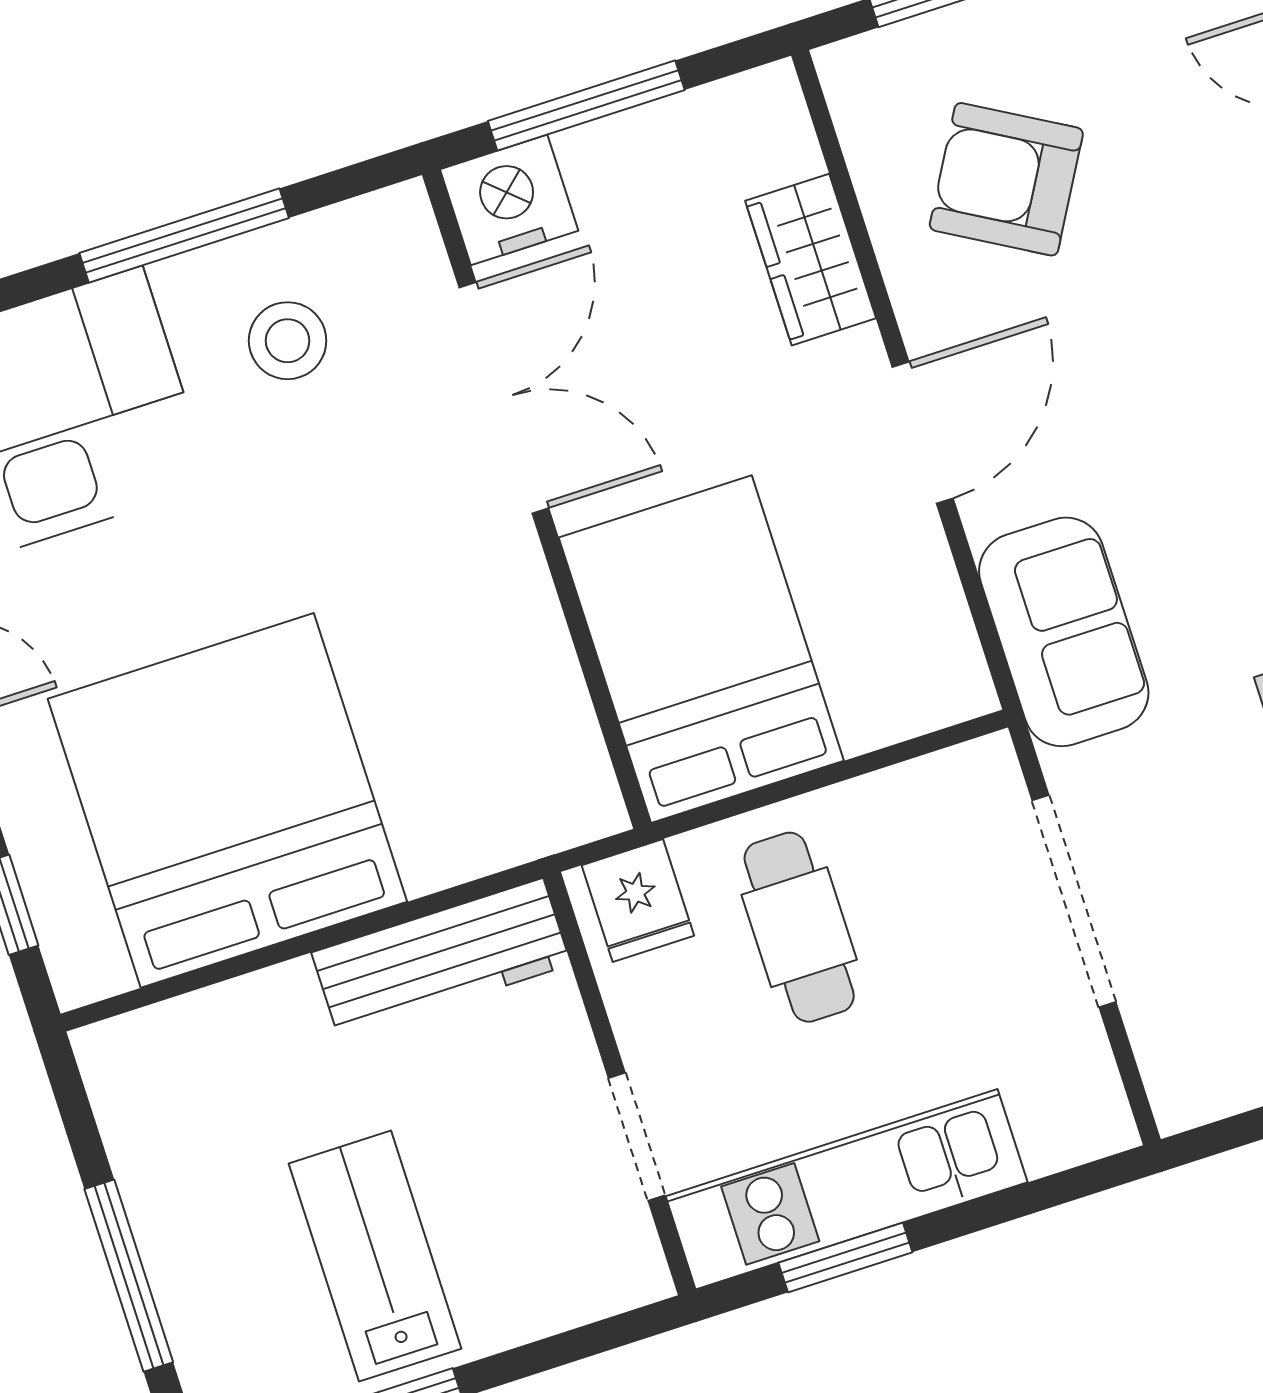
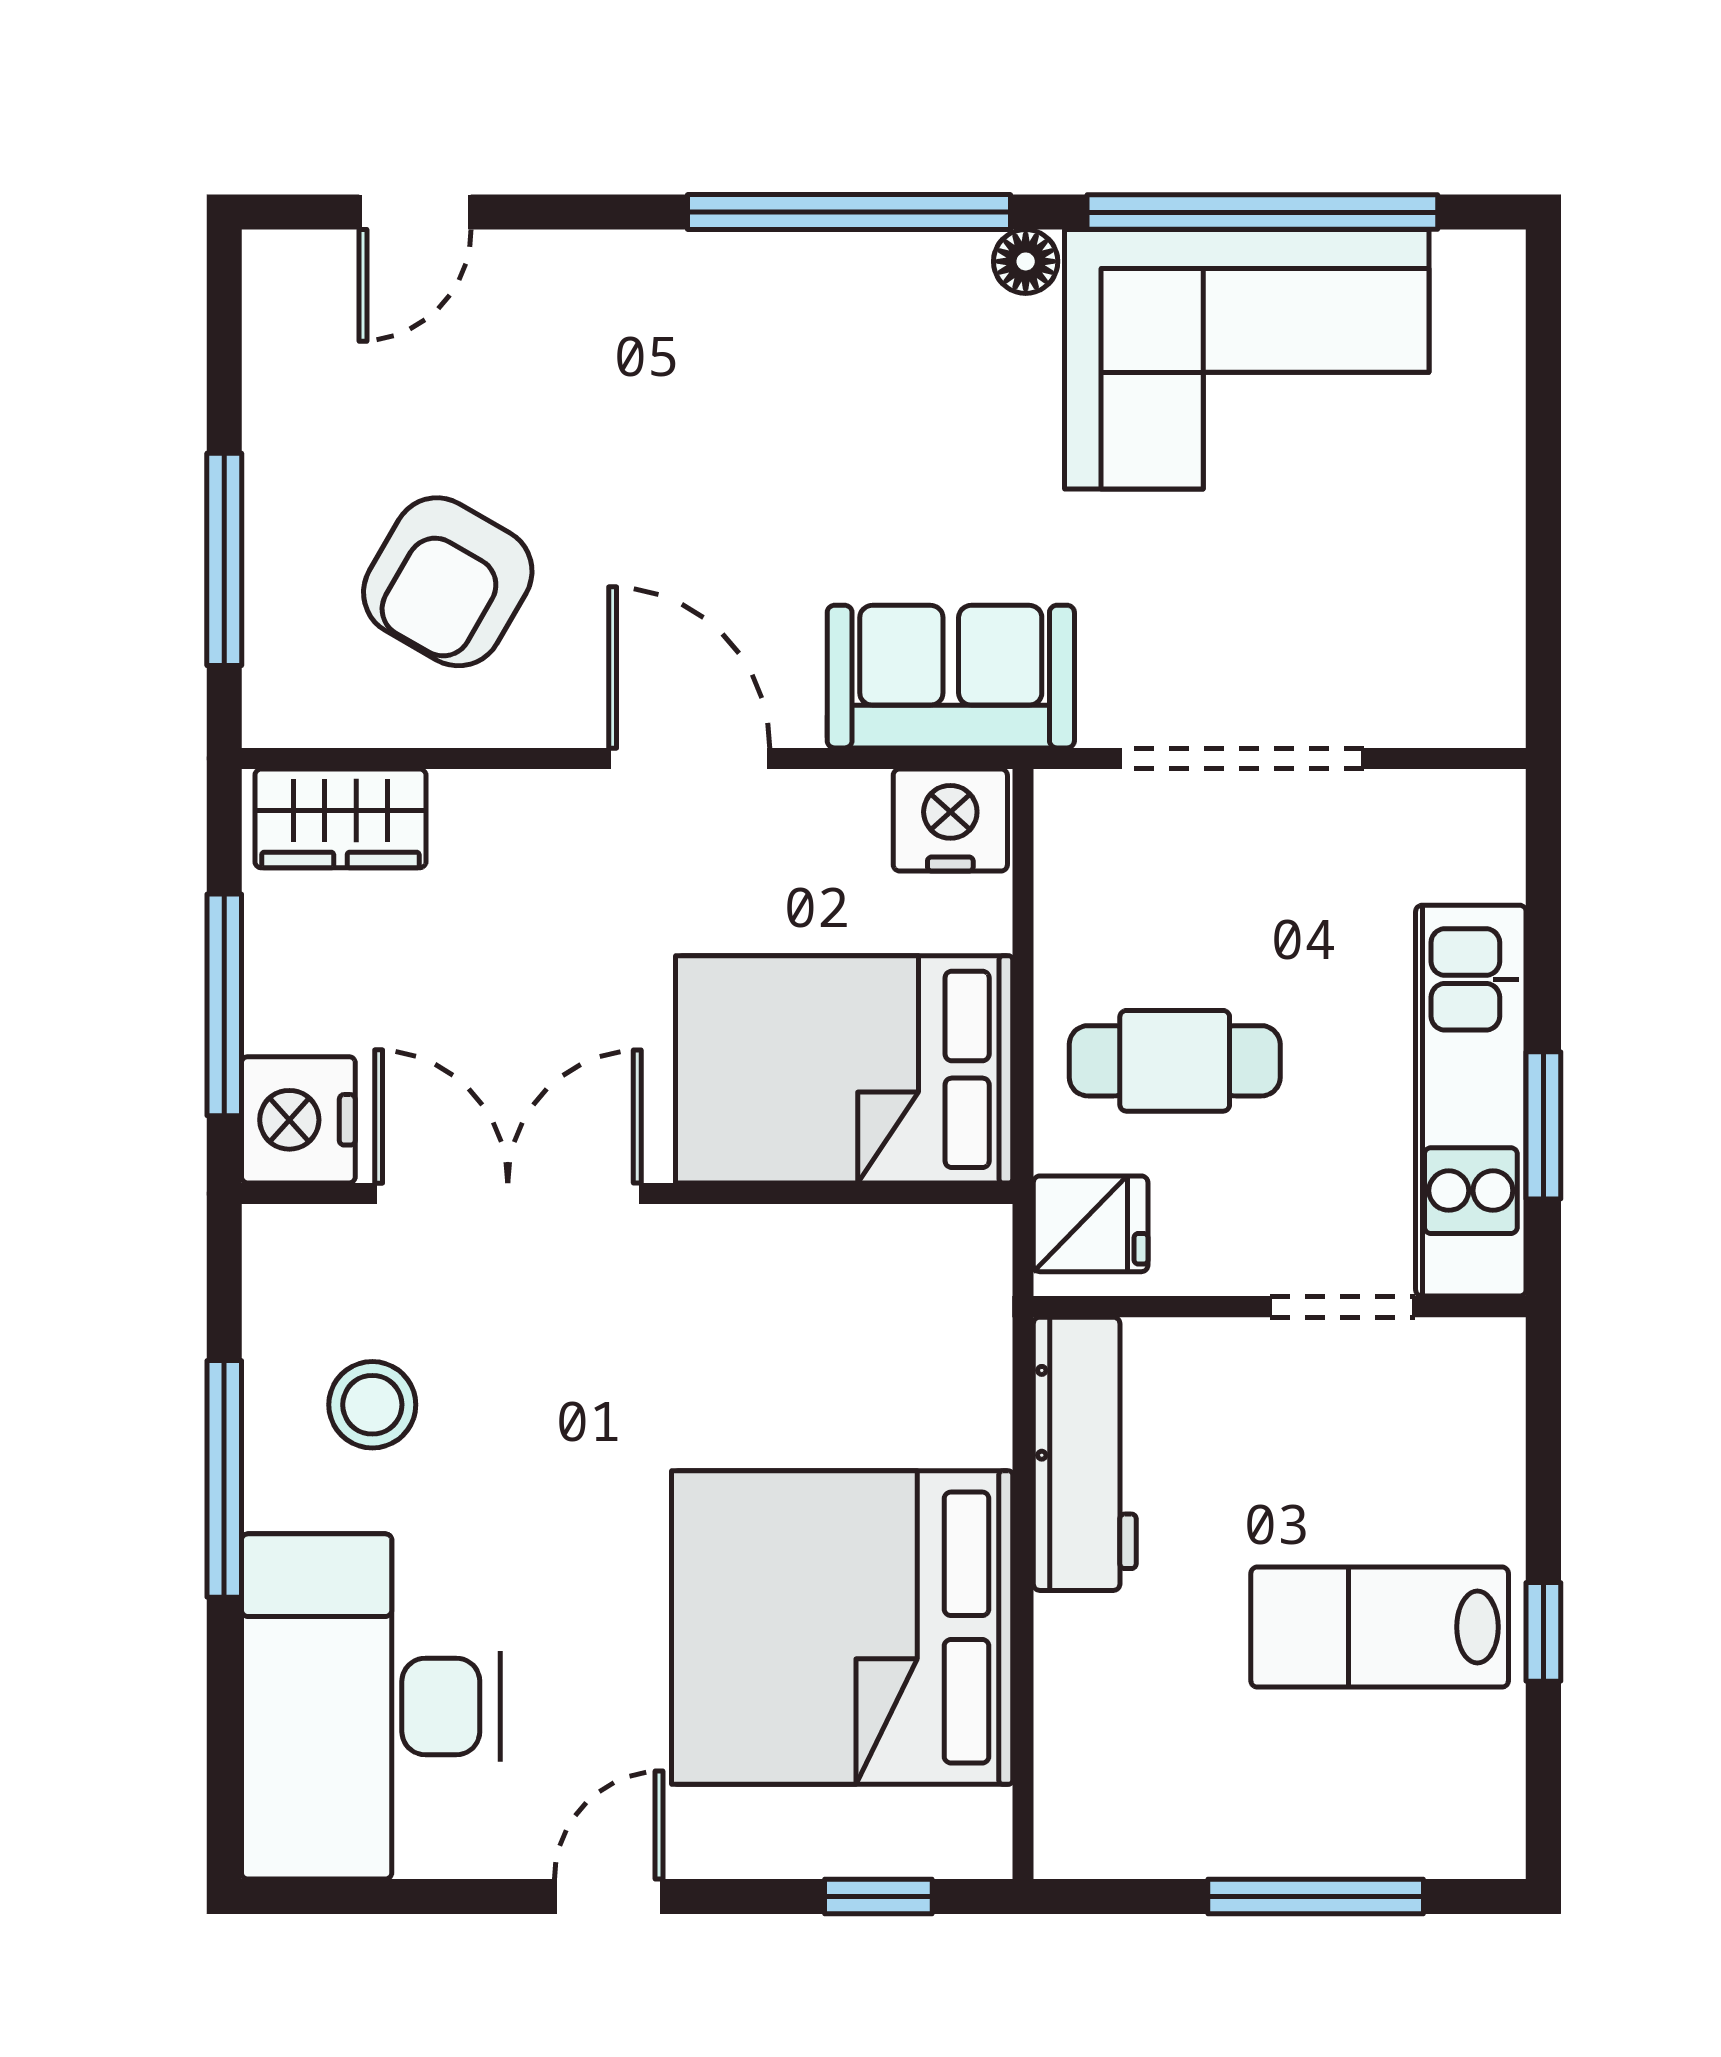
wardrobe: (811, 260) -> (340, 818), moved
nightstand: (942, 671) -> (950, 820), added

